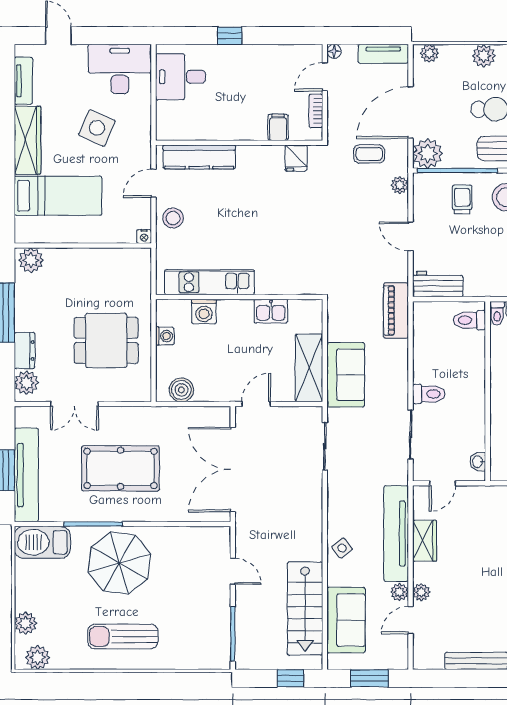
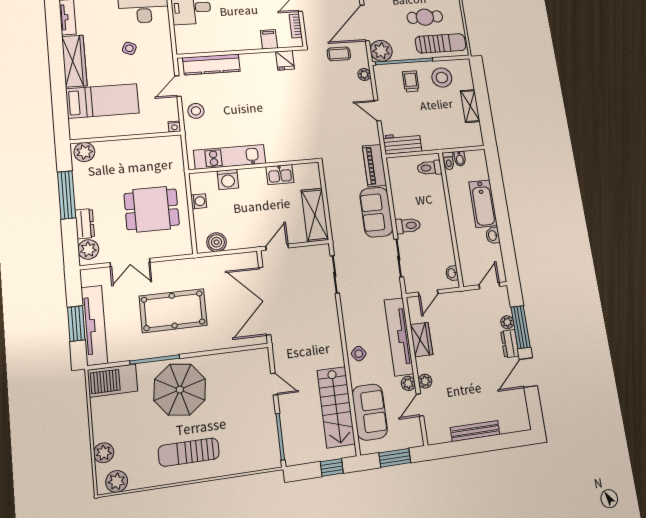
side table: (97, 128) -> (129, 48), width x0.54, depth x0.54
sofa: (346, 375) -> (376, 212), moved, turned 180

